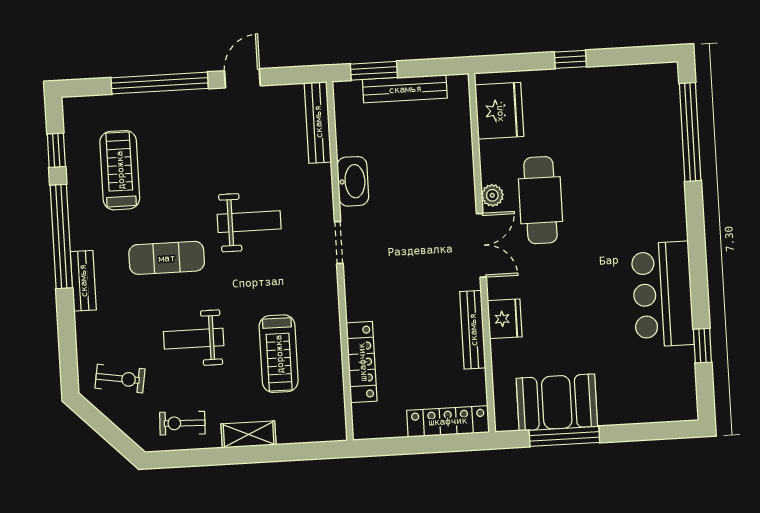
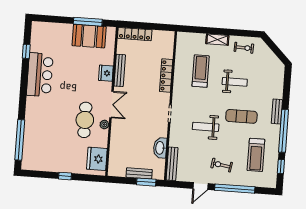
bench: (405, 89) -> (139, 173), width x0.73
washbasin: (353, 181) -> (160, 148), moved
double door: (481, 245) -> (112, 105), swing flipped
locker: (362, 362) -> (166, 76), moved
exercise bike: (120, 379) -> (222, 165), moved

